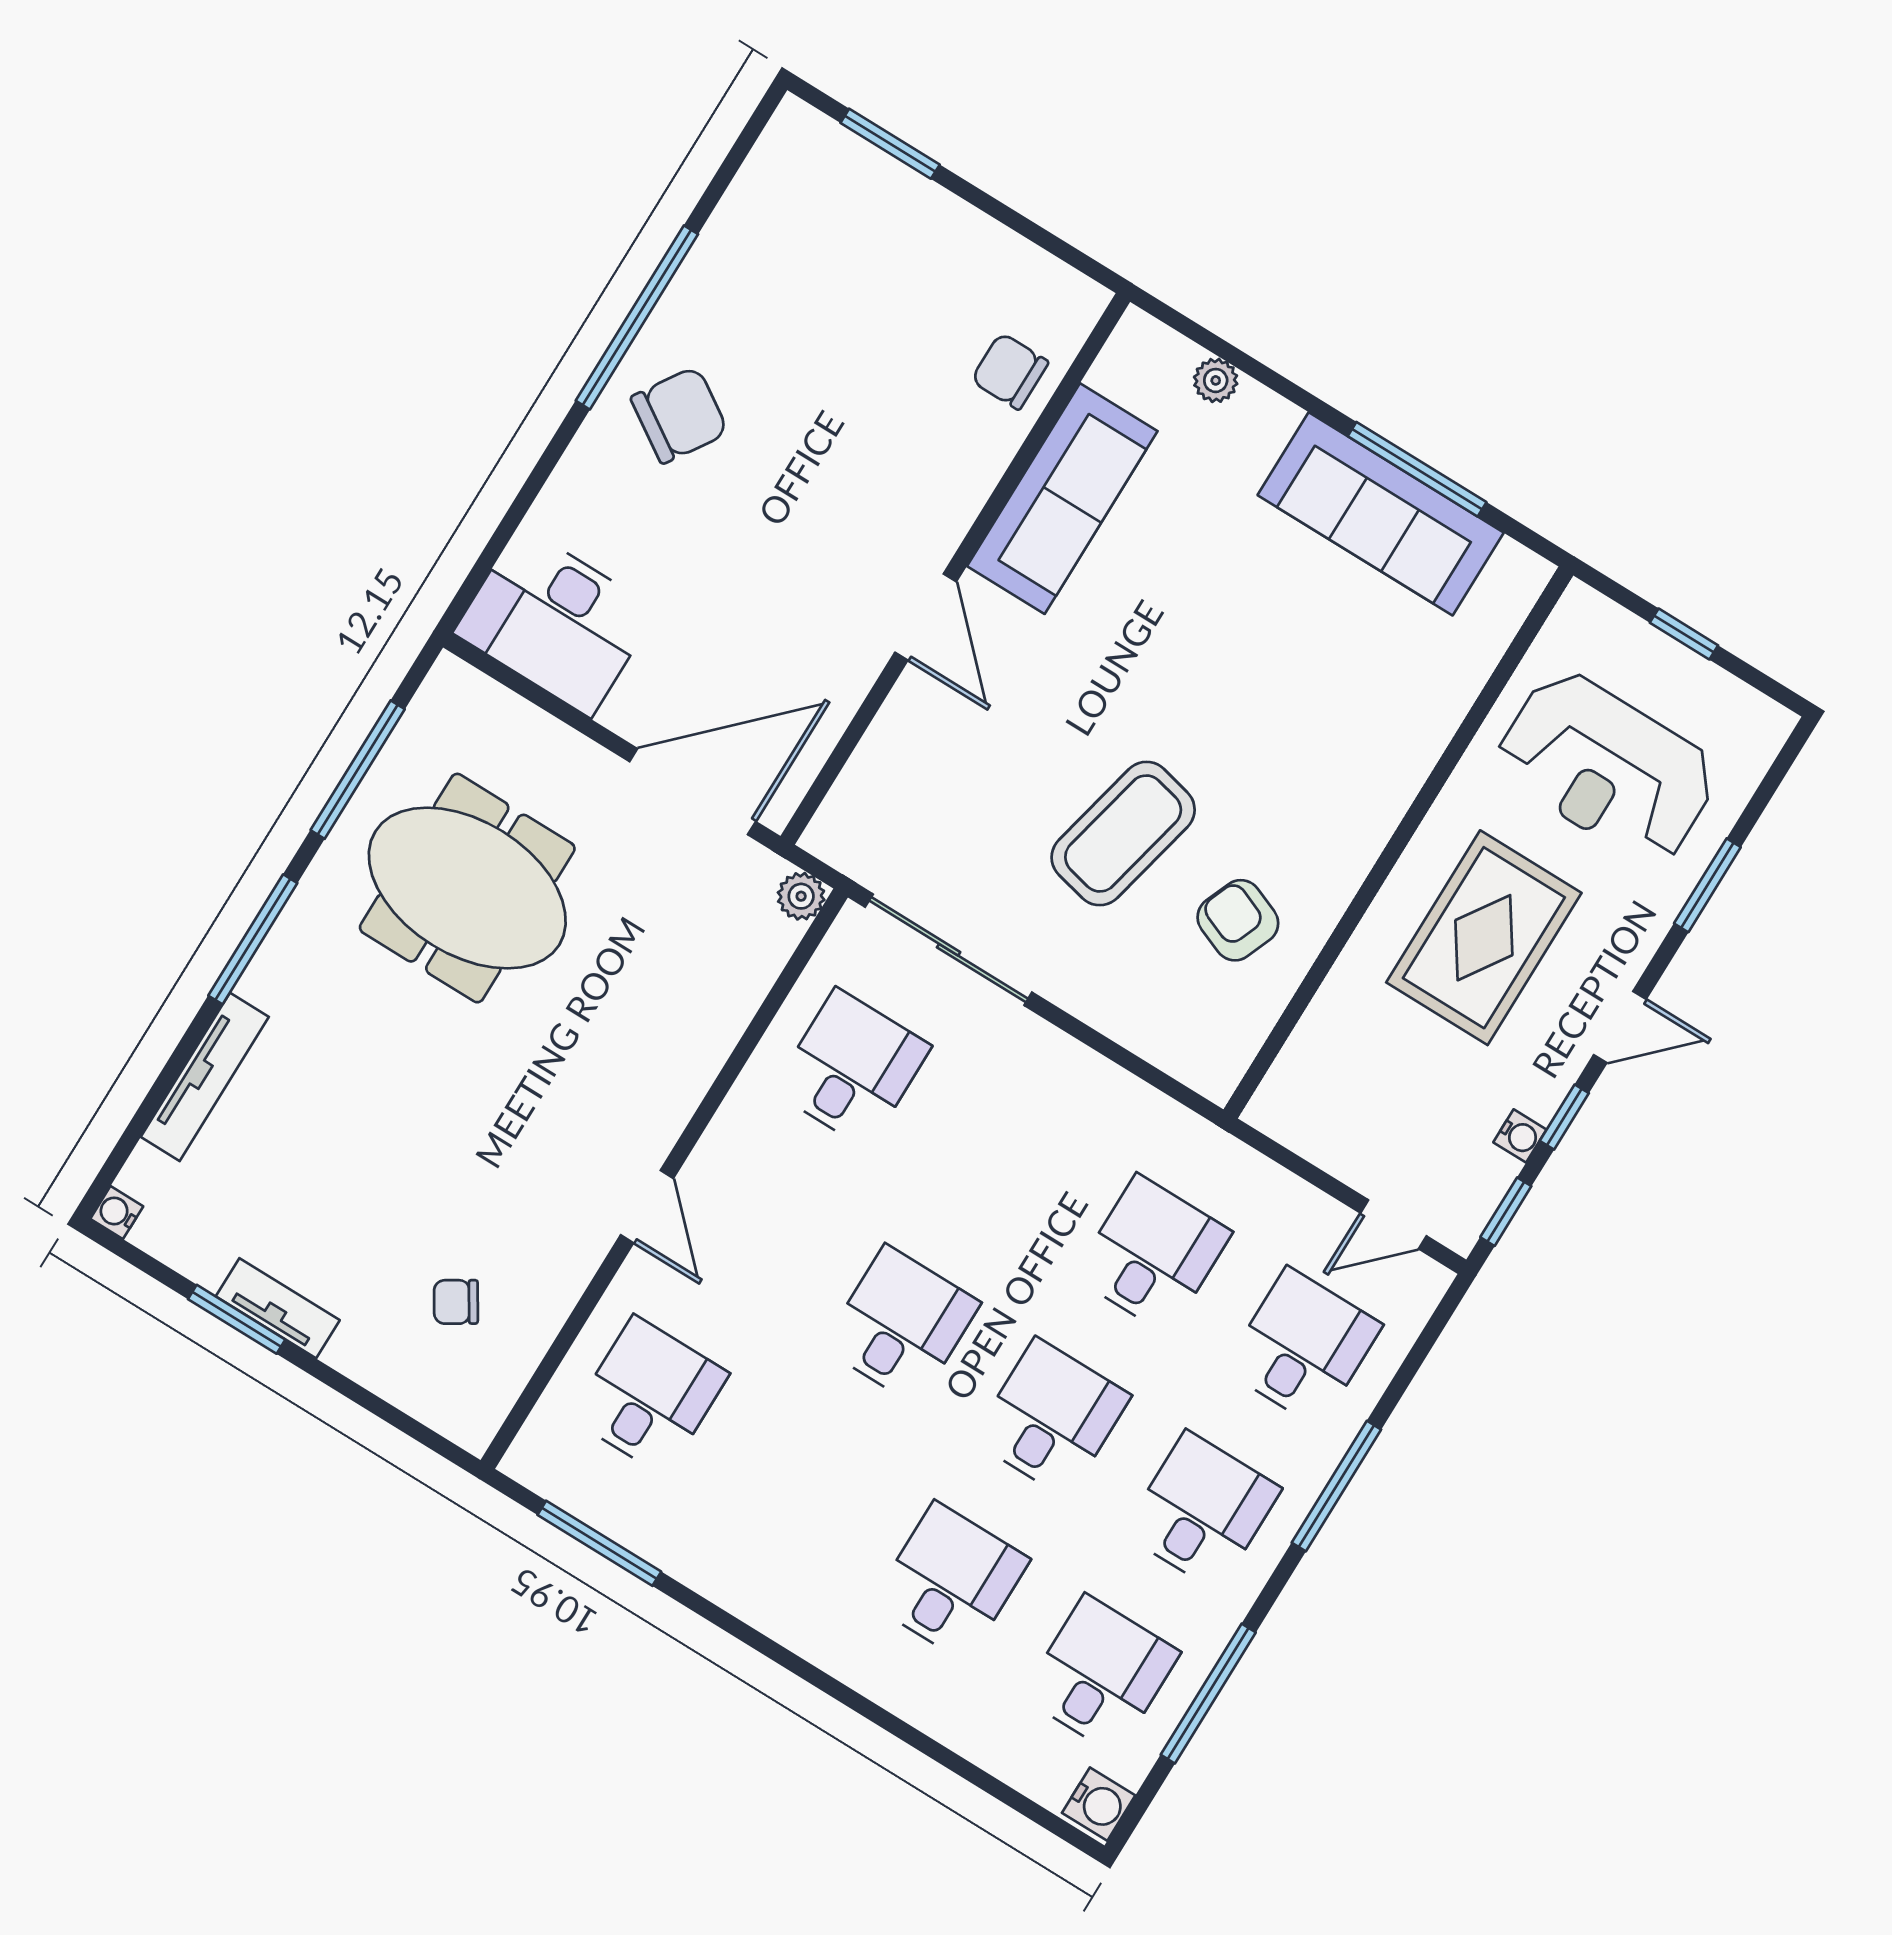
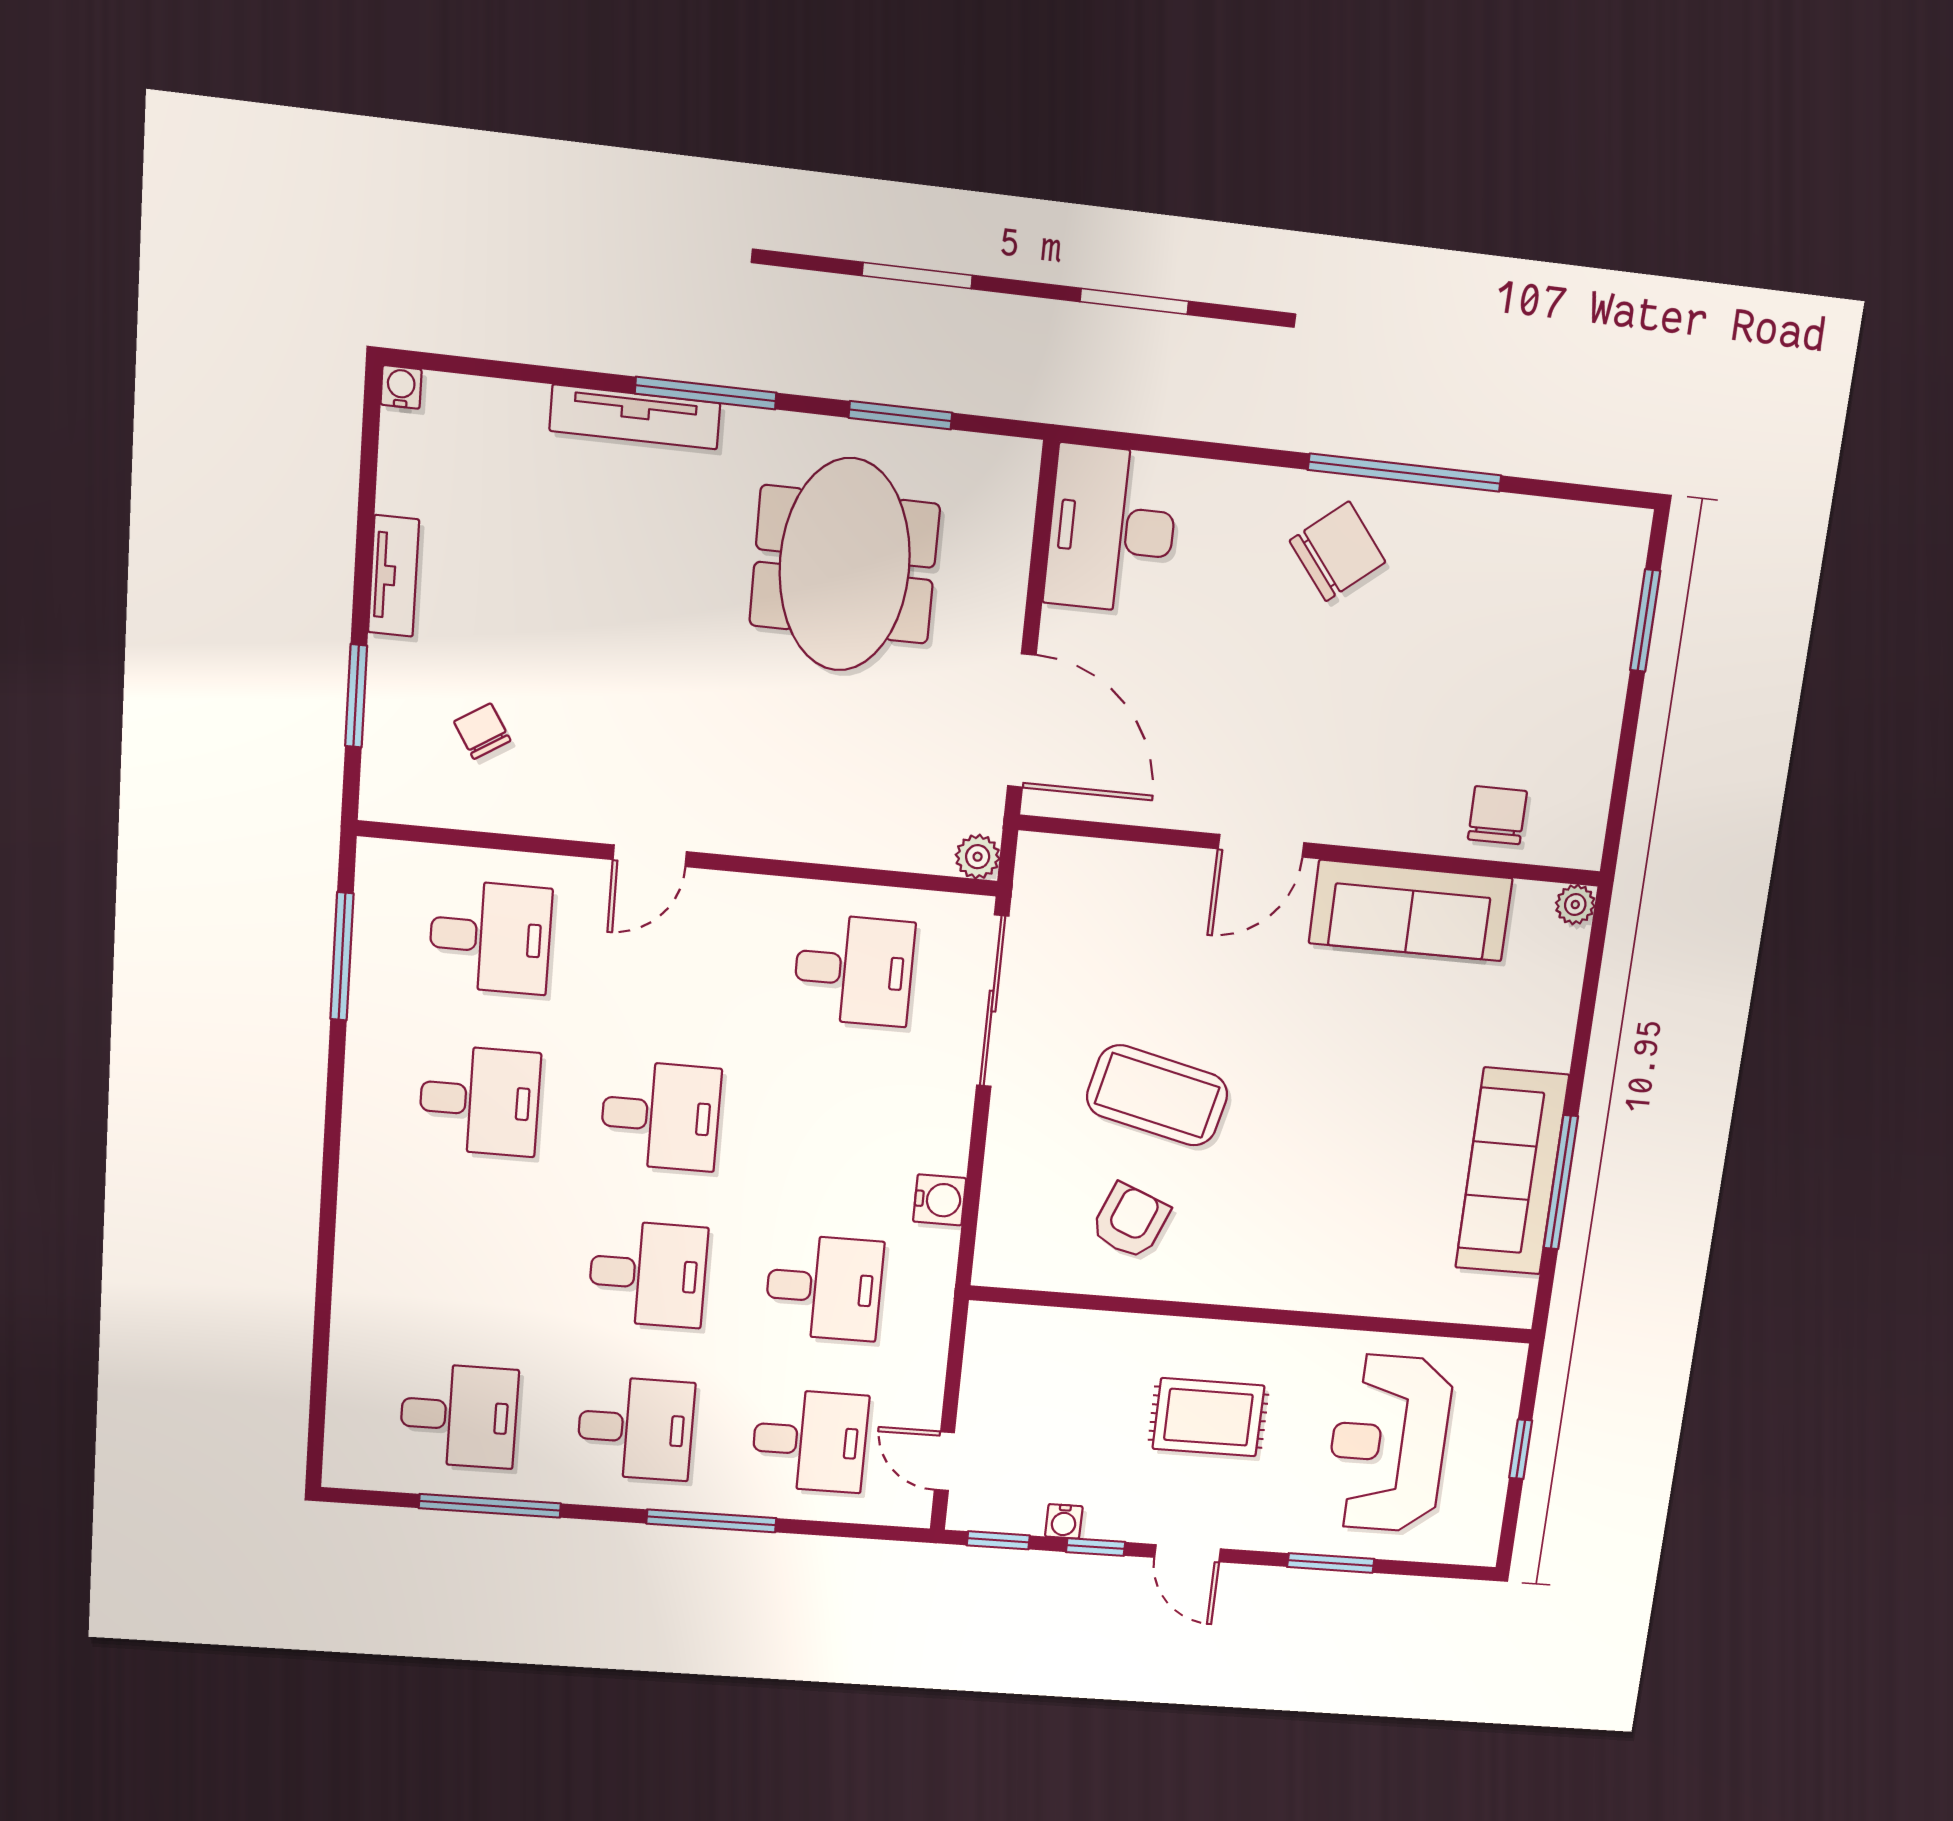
plant: (1216, 380) -> (1575, 905), moved
chair: (679, 415) -> (1338, 551), turned -72
window: (358, 770) -> (900, 415), width x0.69
rug: (1484, 938) -> (1208, 1417), width x0.73, depth x0.70
tv unit: (205, 1077) -> (635, 417), moved
window: (237, 1319) -> (356, 696), moved
desk: (950, 1582) -> (480, 1100), moved
water cooler: (1099, 1804) -> (940, 1200), moved, turned -90

